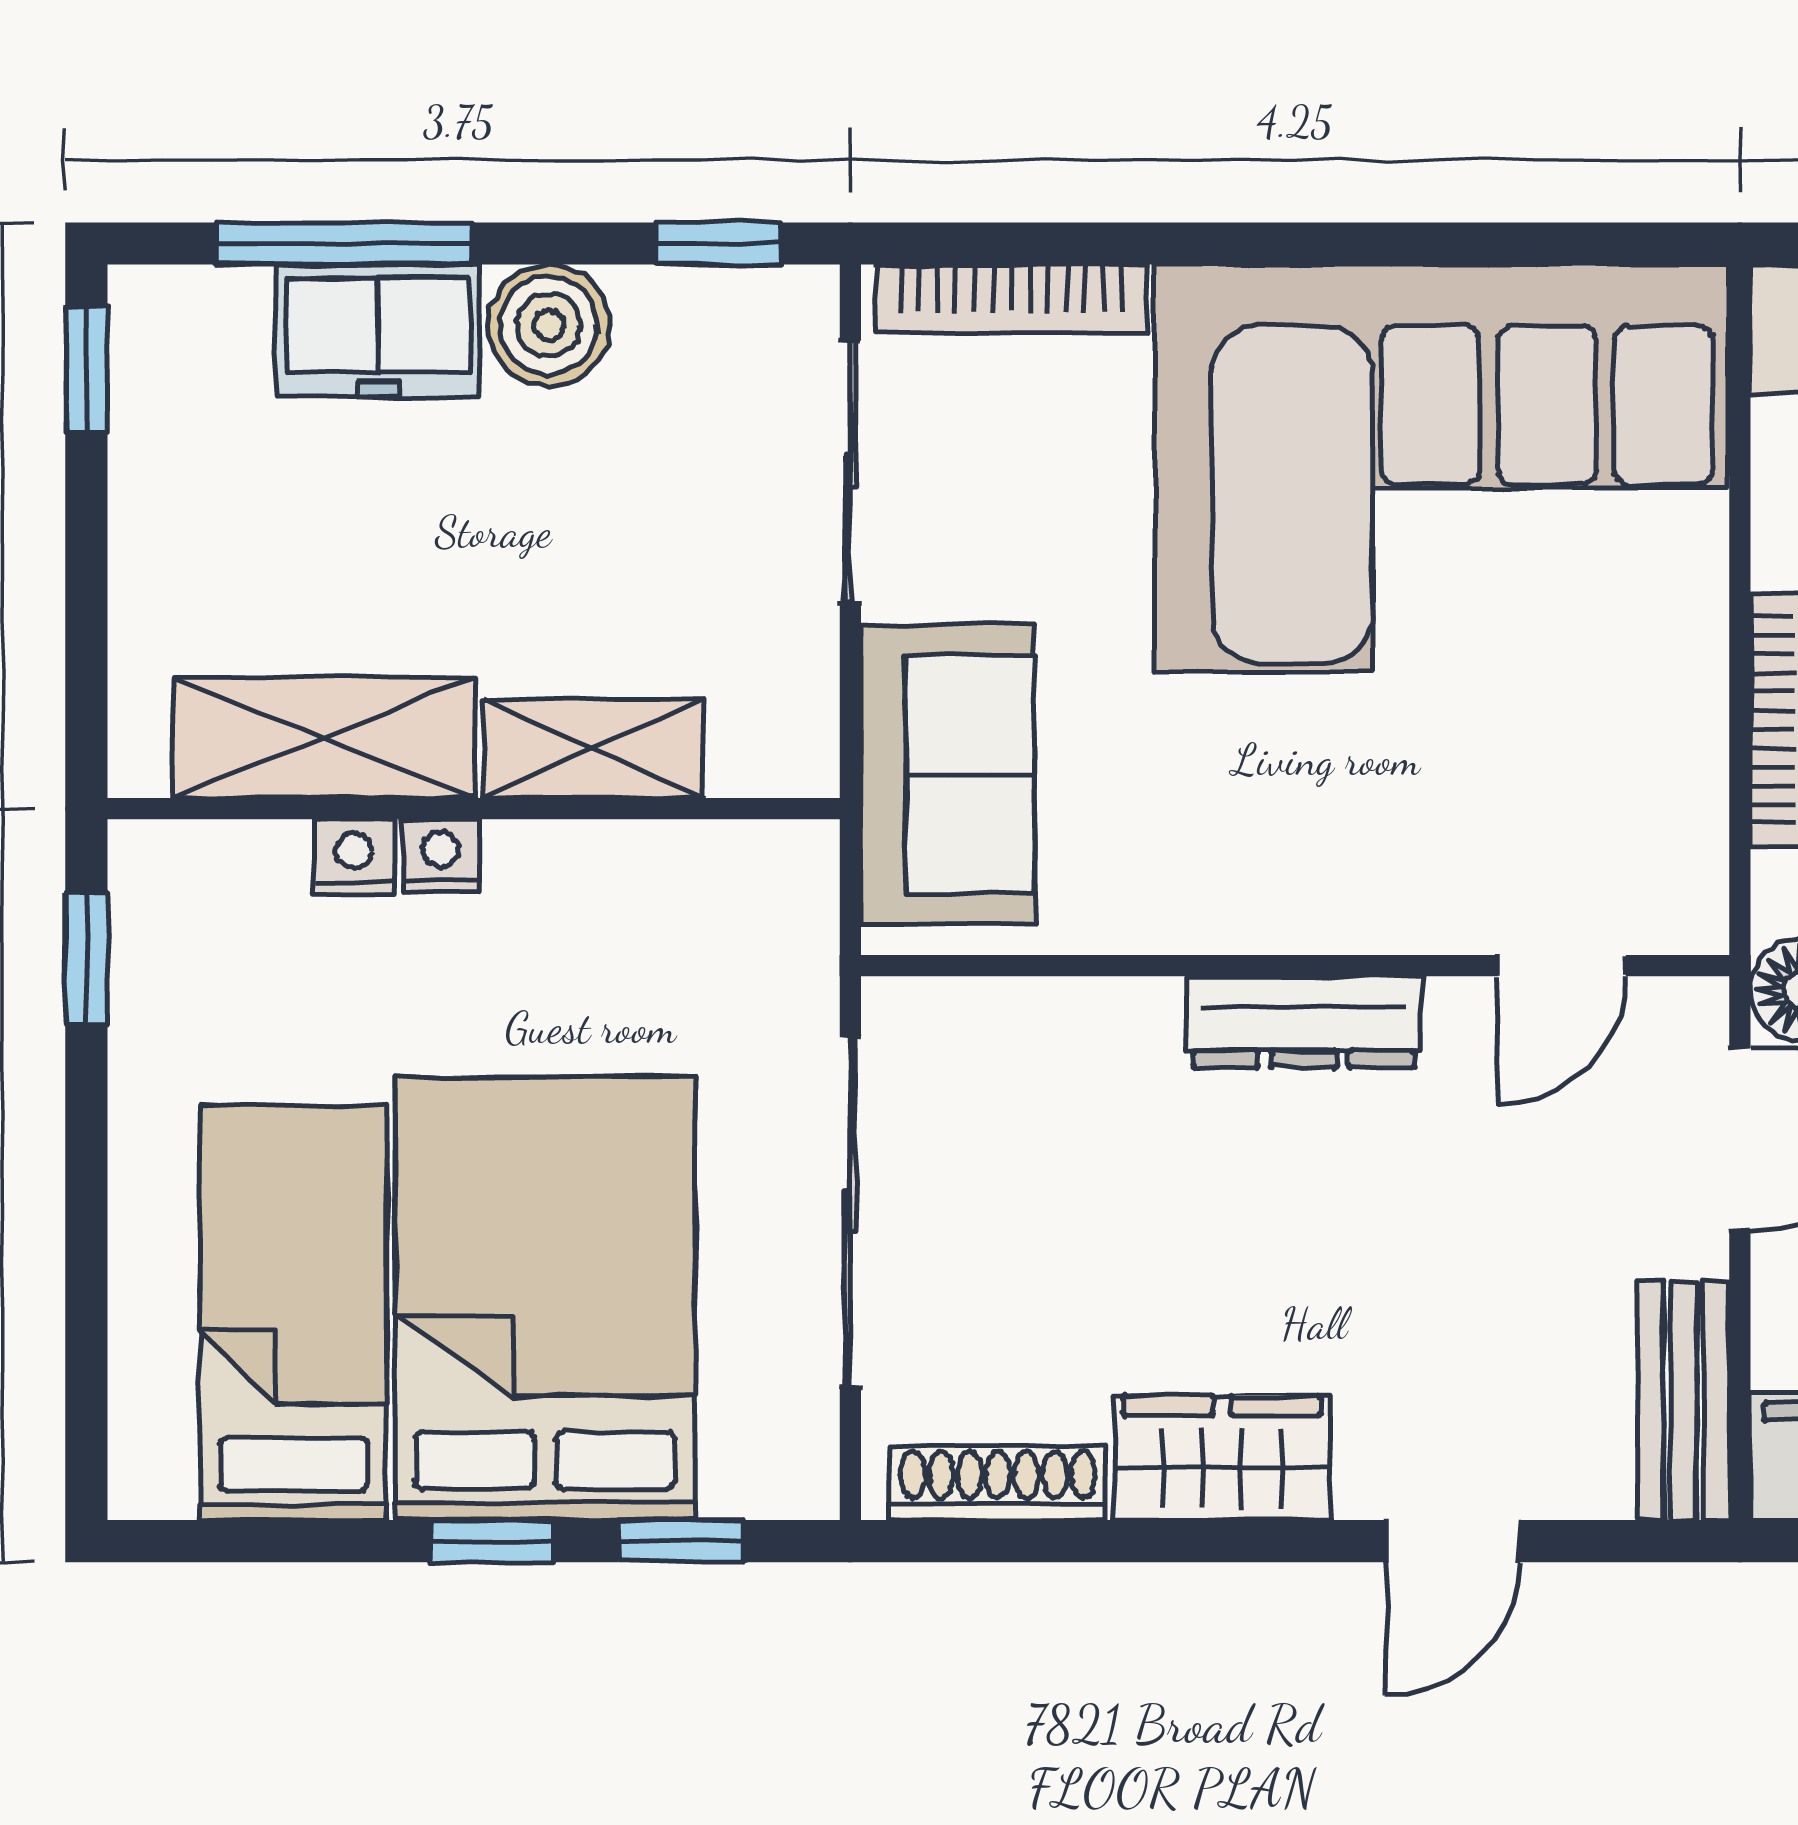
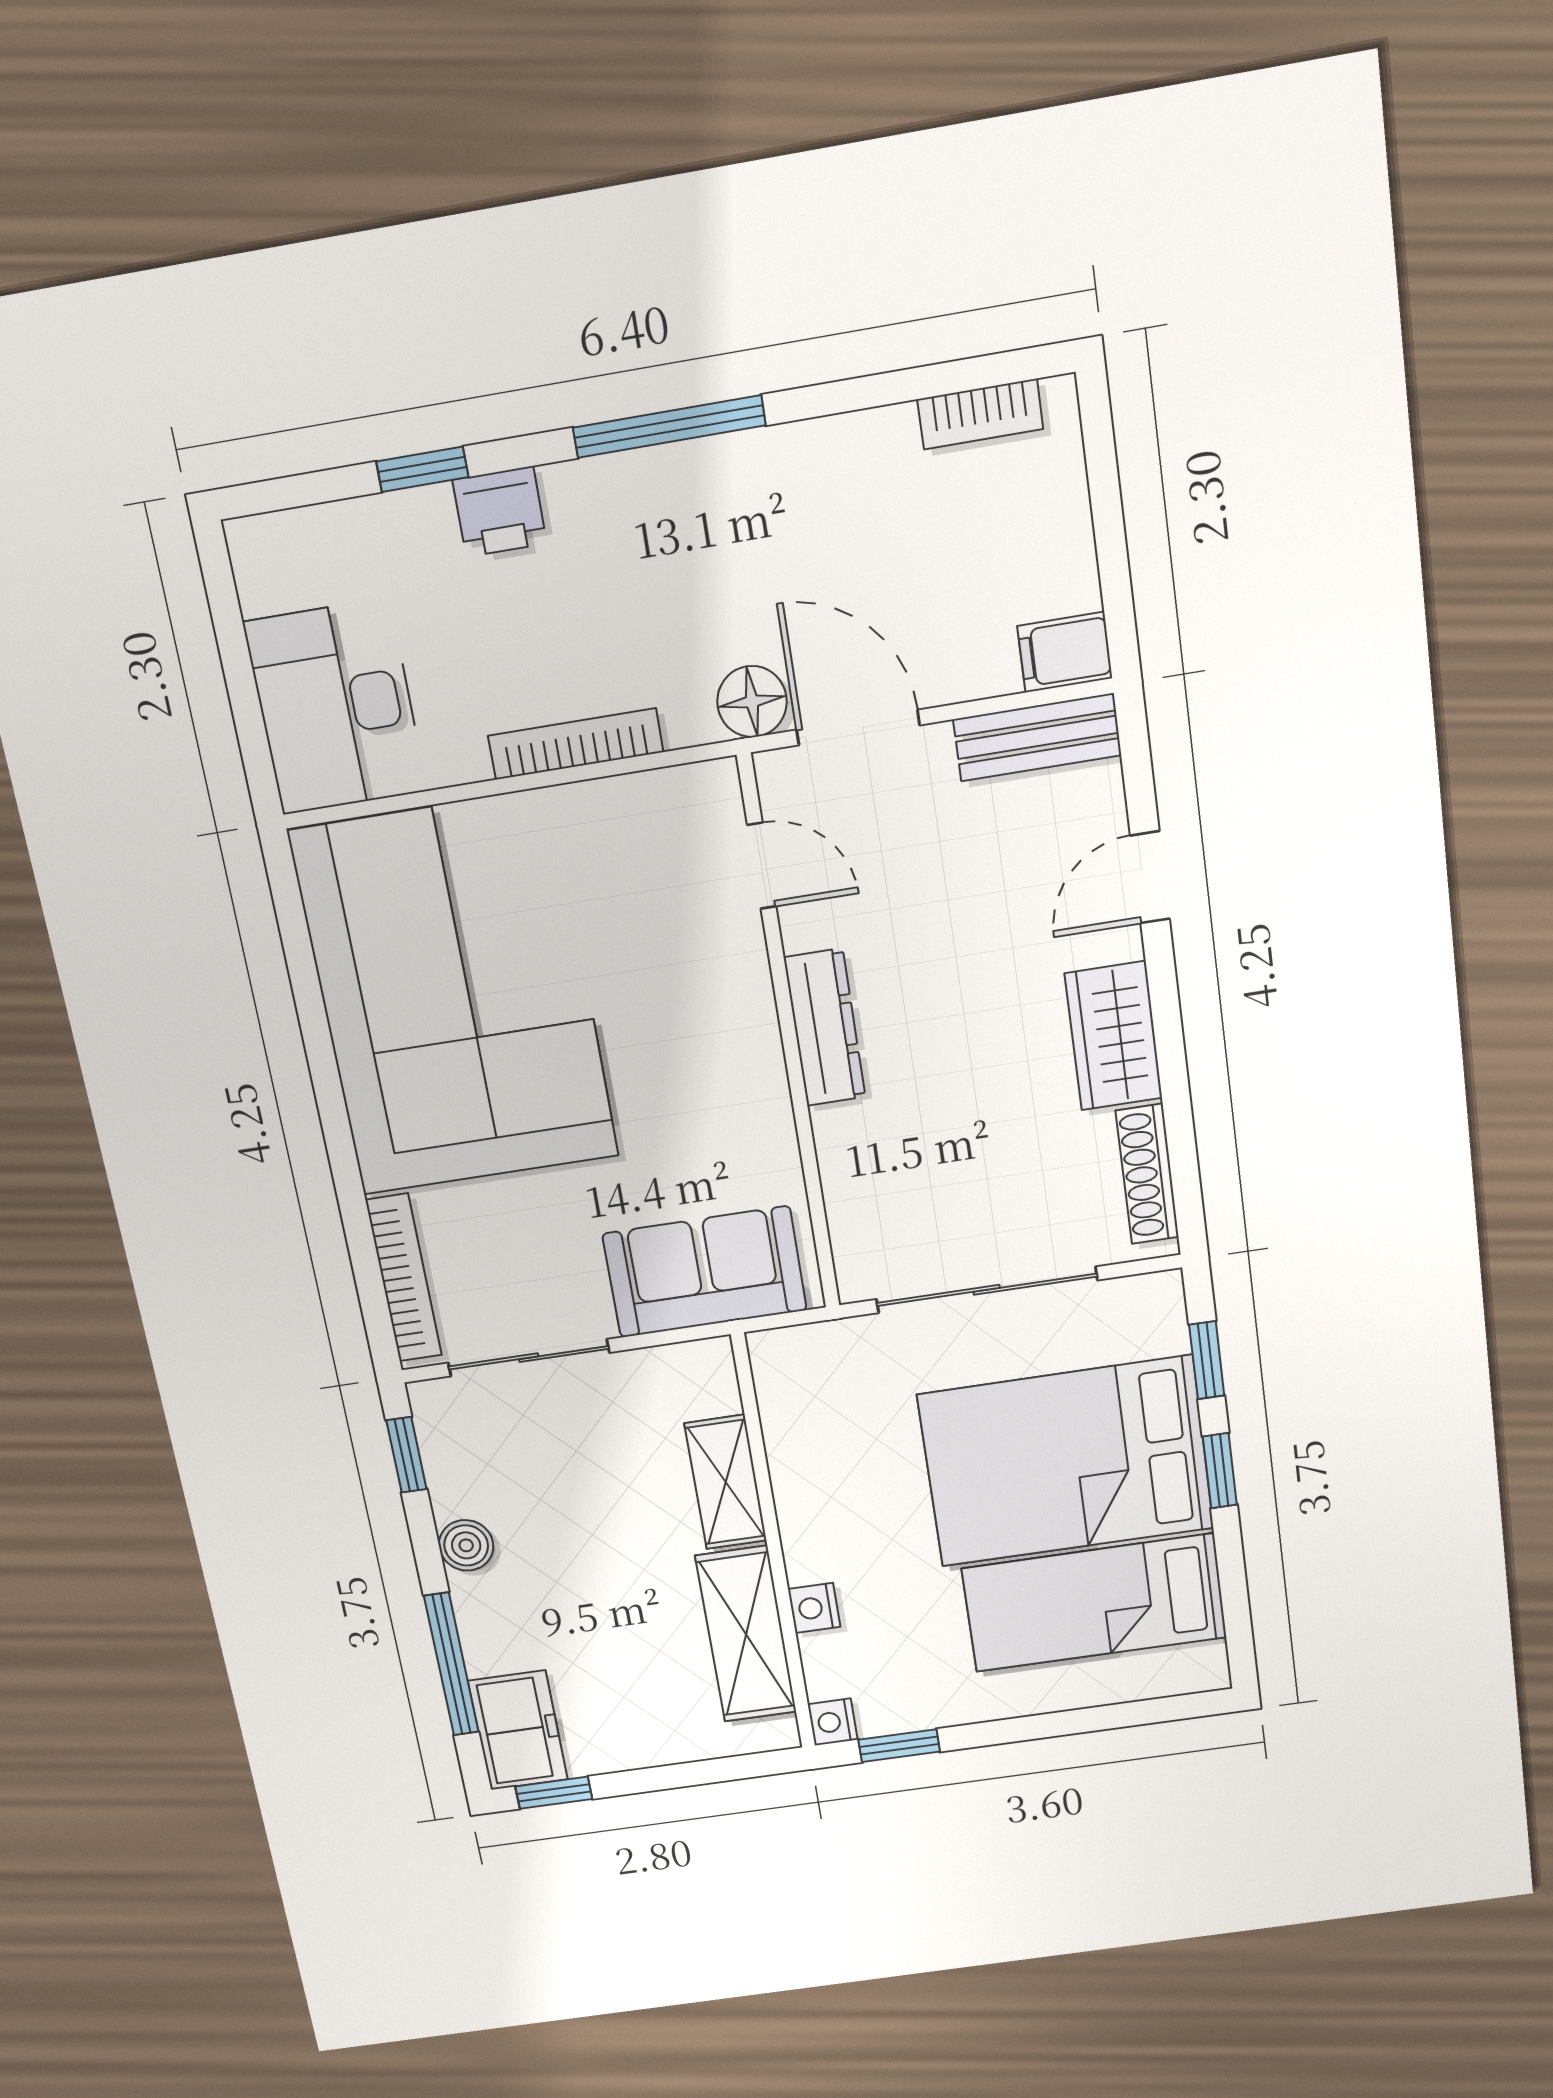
boiler: (549, 325) -> (466, 1545), width x0.73, depth x0.73
freezer: (378, 331) -> (518, 1730), moved
nightstand: (441, 855) -> (833, 1722), moved
door: (1453, 1541) -> (1150, 877), swing flipped

